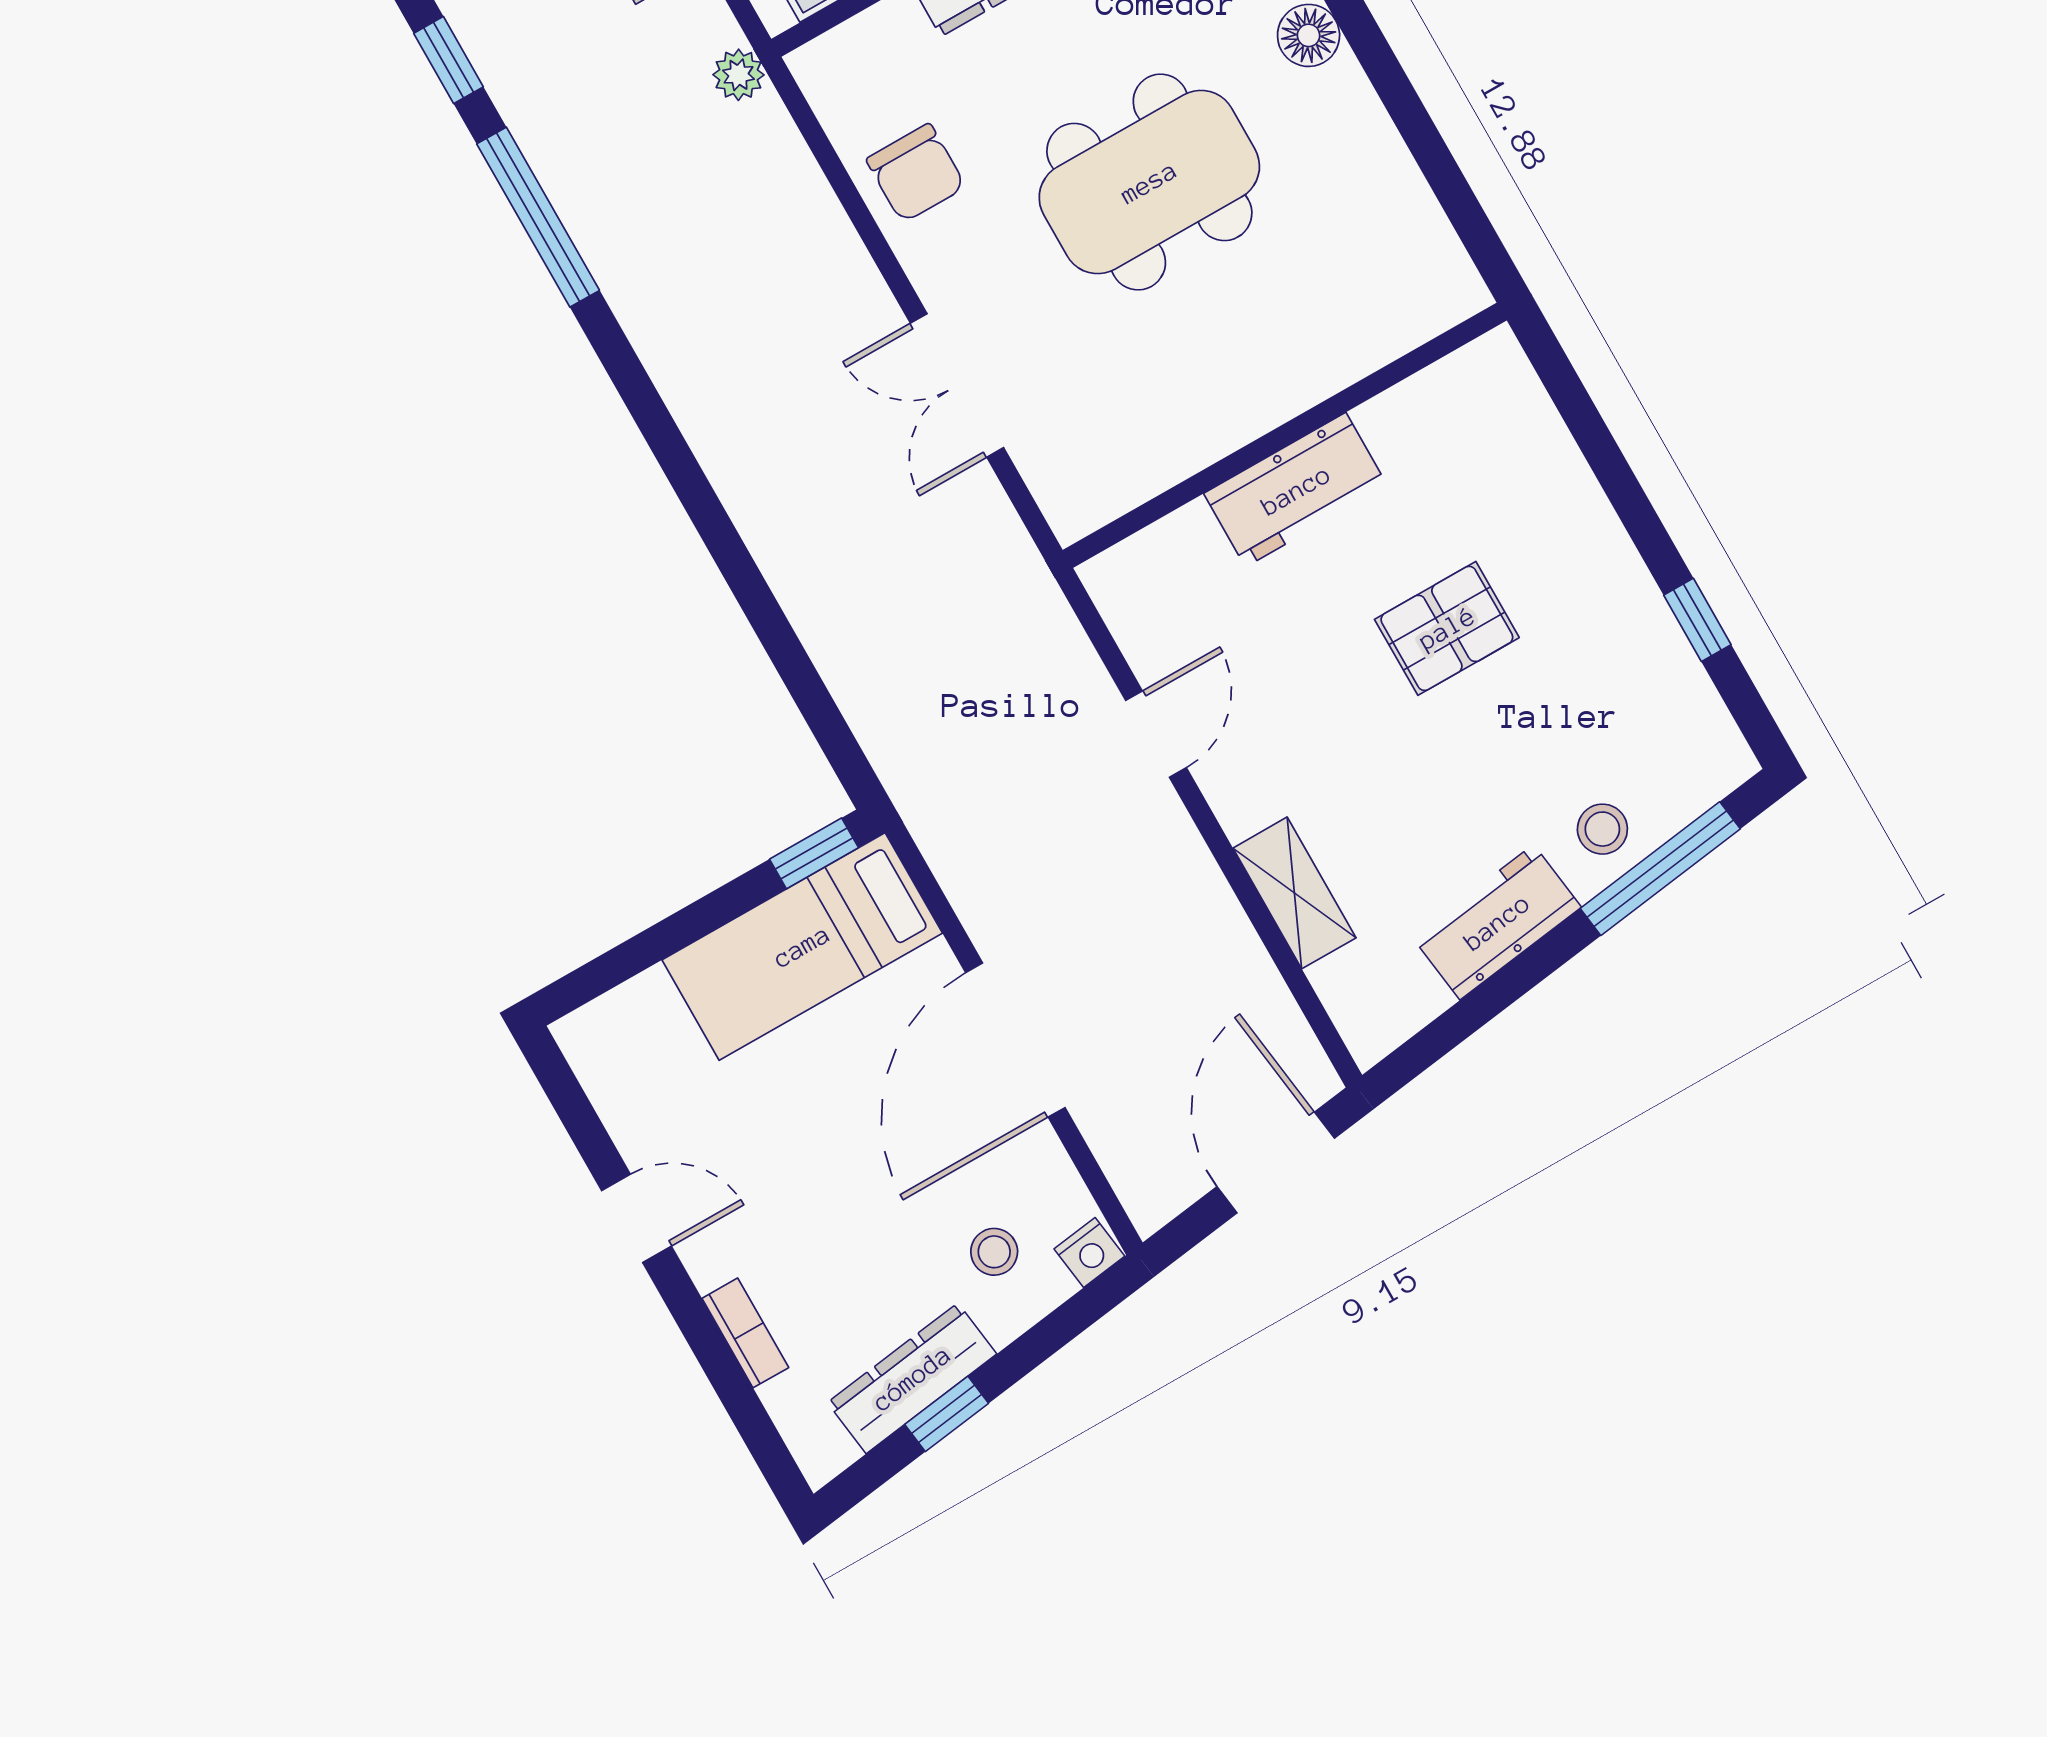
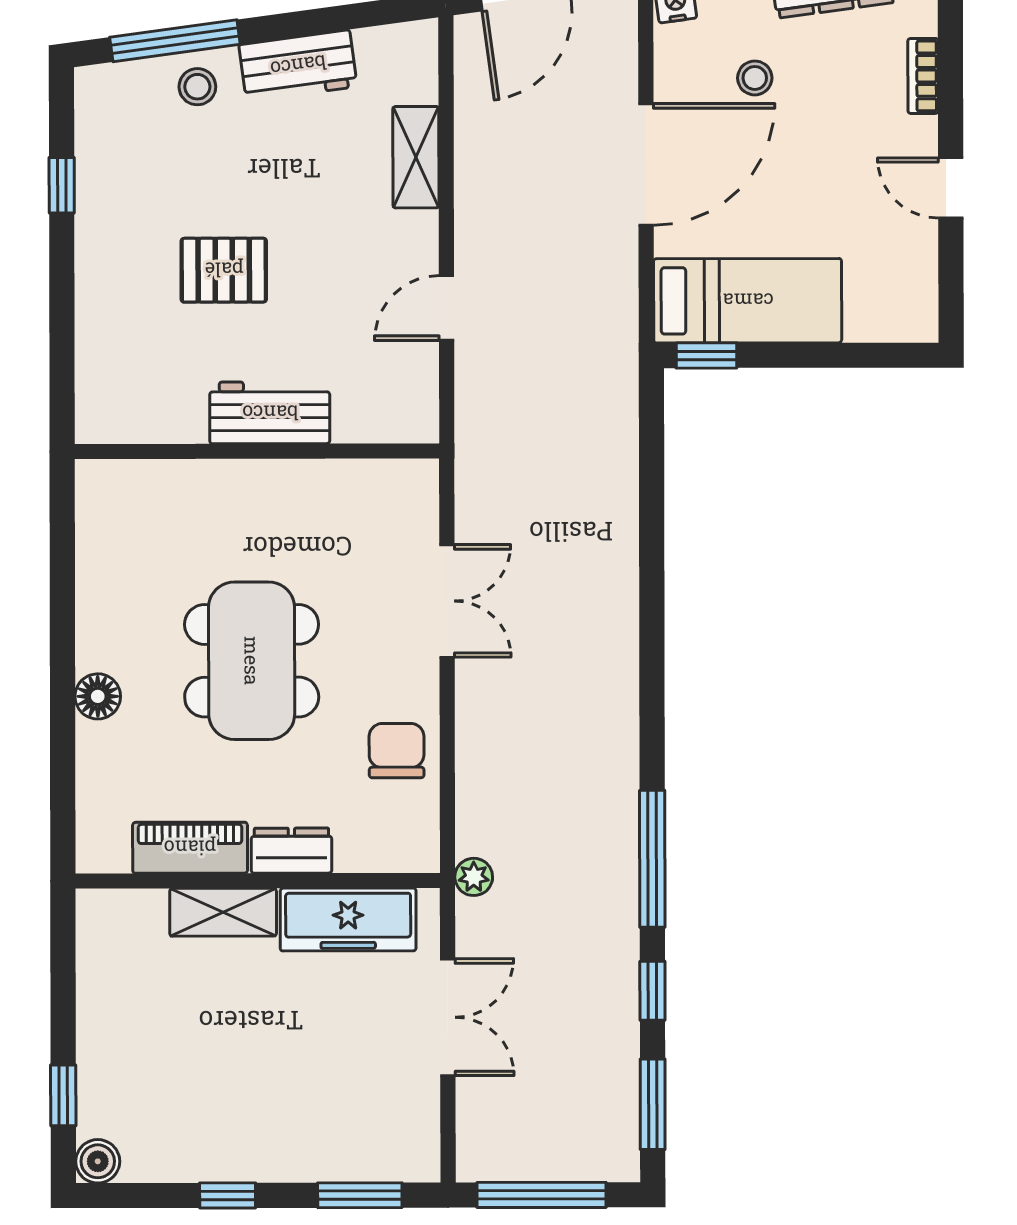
dining table: (1149, 182) -> (252, 661), turned 90
stool: (994, 1252) -> (755, 78), moved

